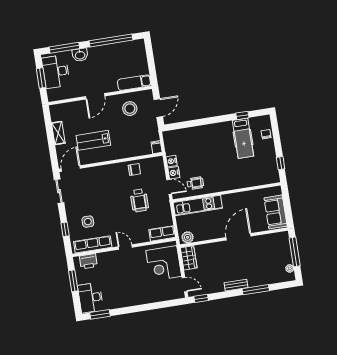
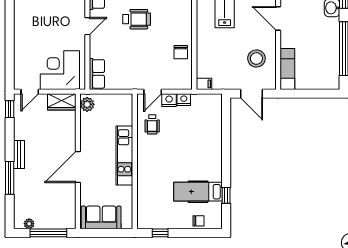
wheelchair: (139, 200) -> (137, 19), moved, turned 180
kitchen unit: (198, 205) -> (124, 156), moved
door: (238, 237) -> (78, 167), swing flipped

